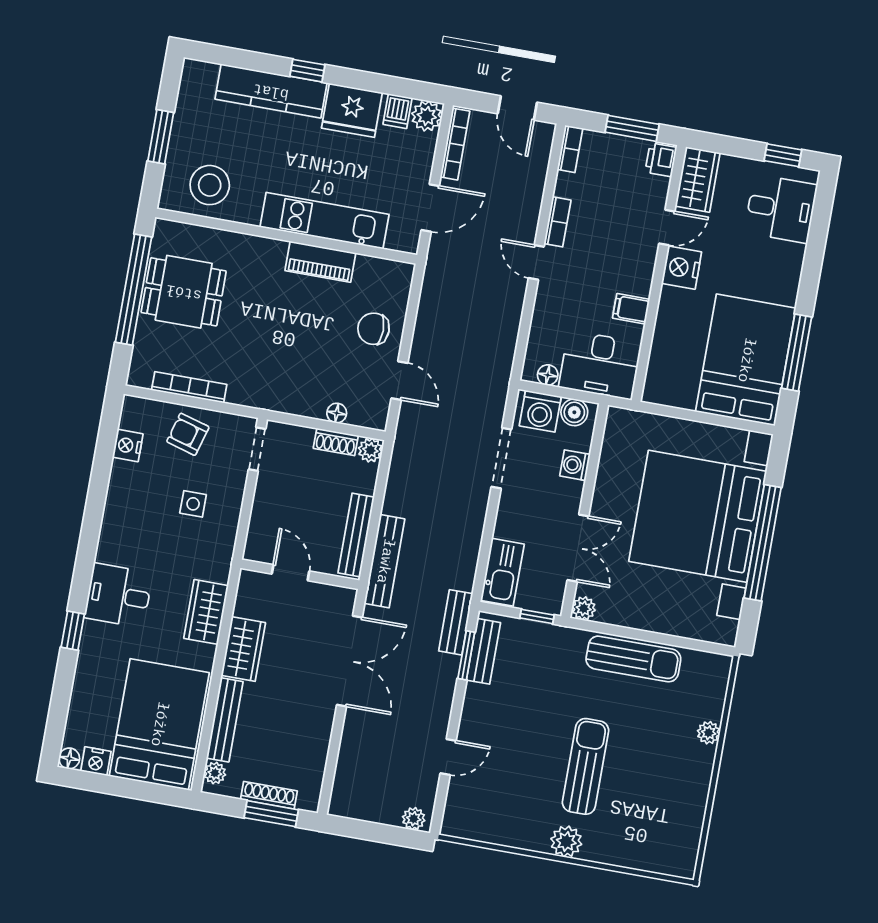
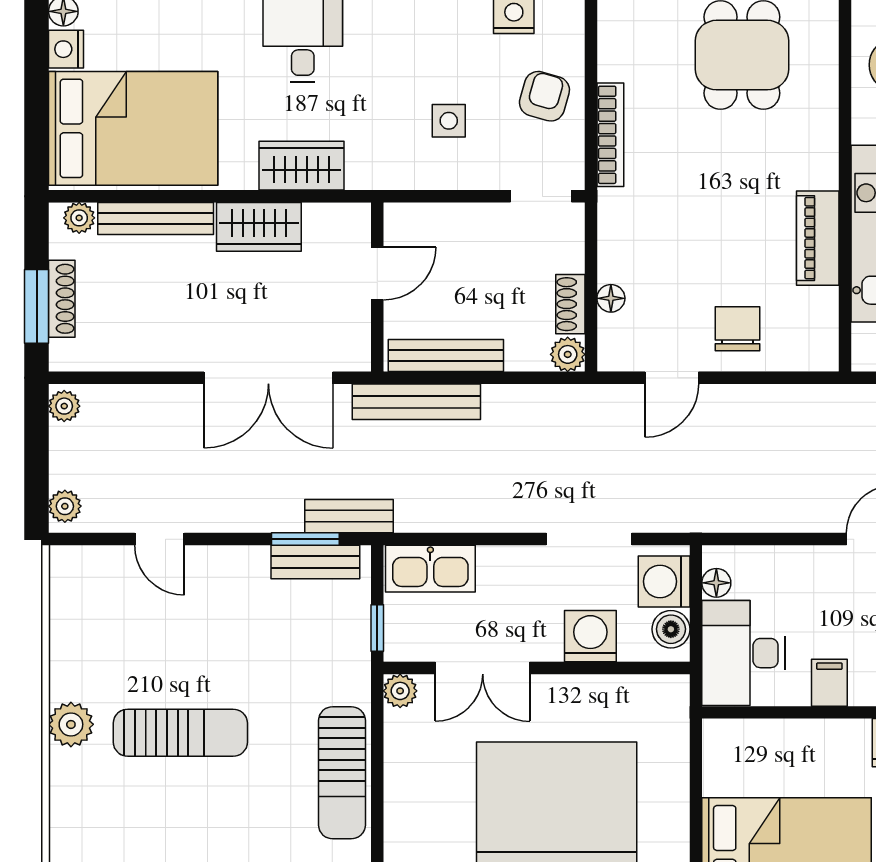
bookcase: (189, 387) -> (610, 135), moved
washing machine: (575, 465) -> (590, 636), width x1.38, depth x1.38
plant: (344, 807) -> (64, 406), added

